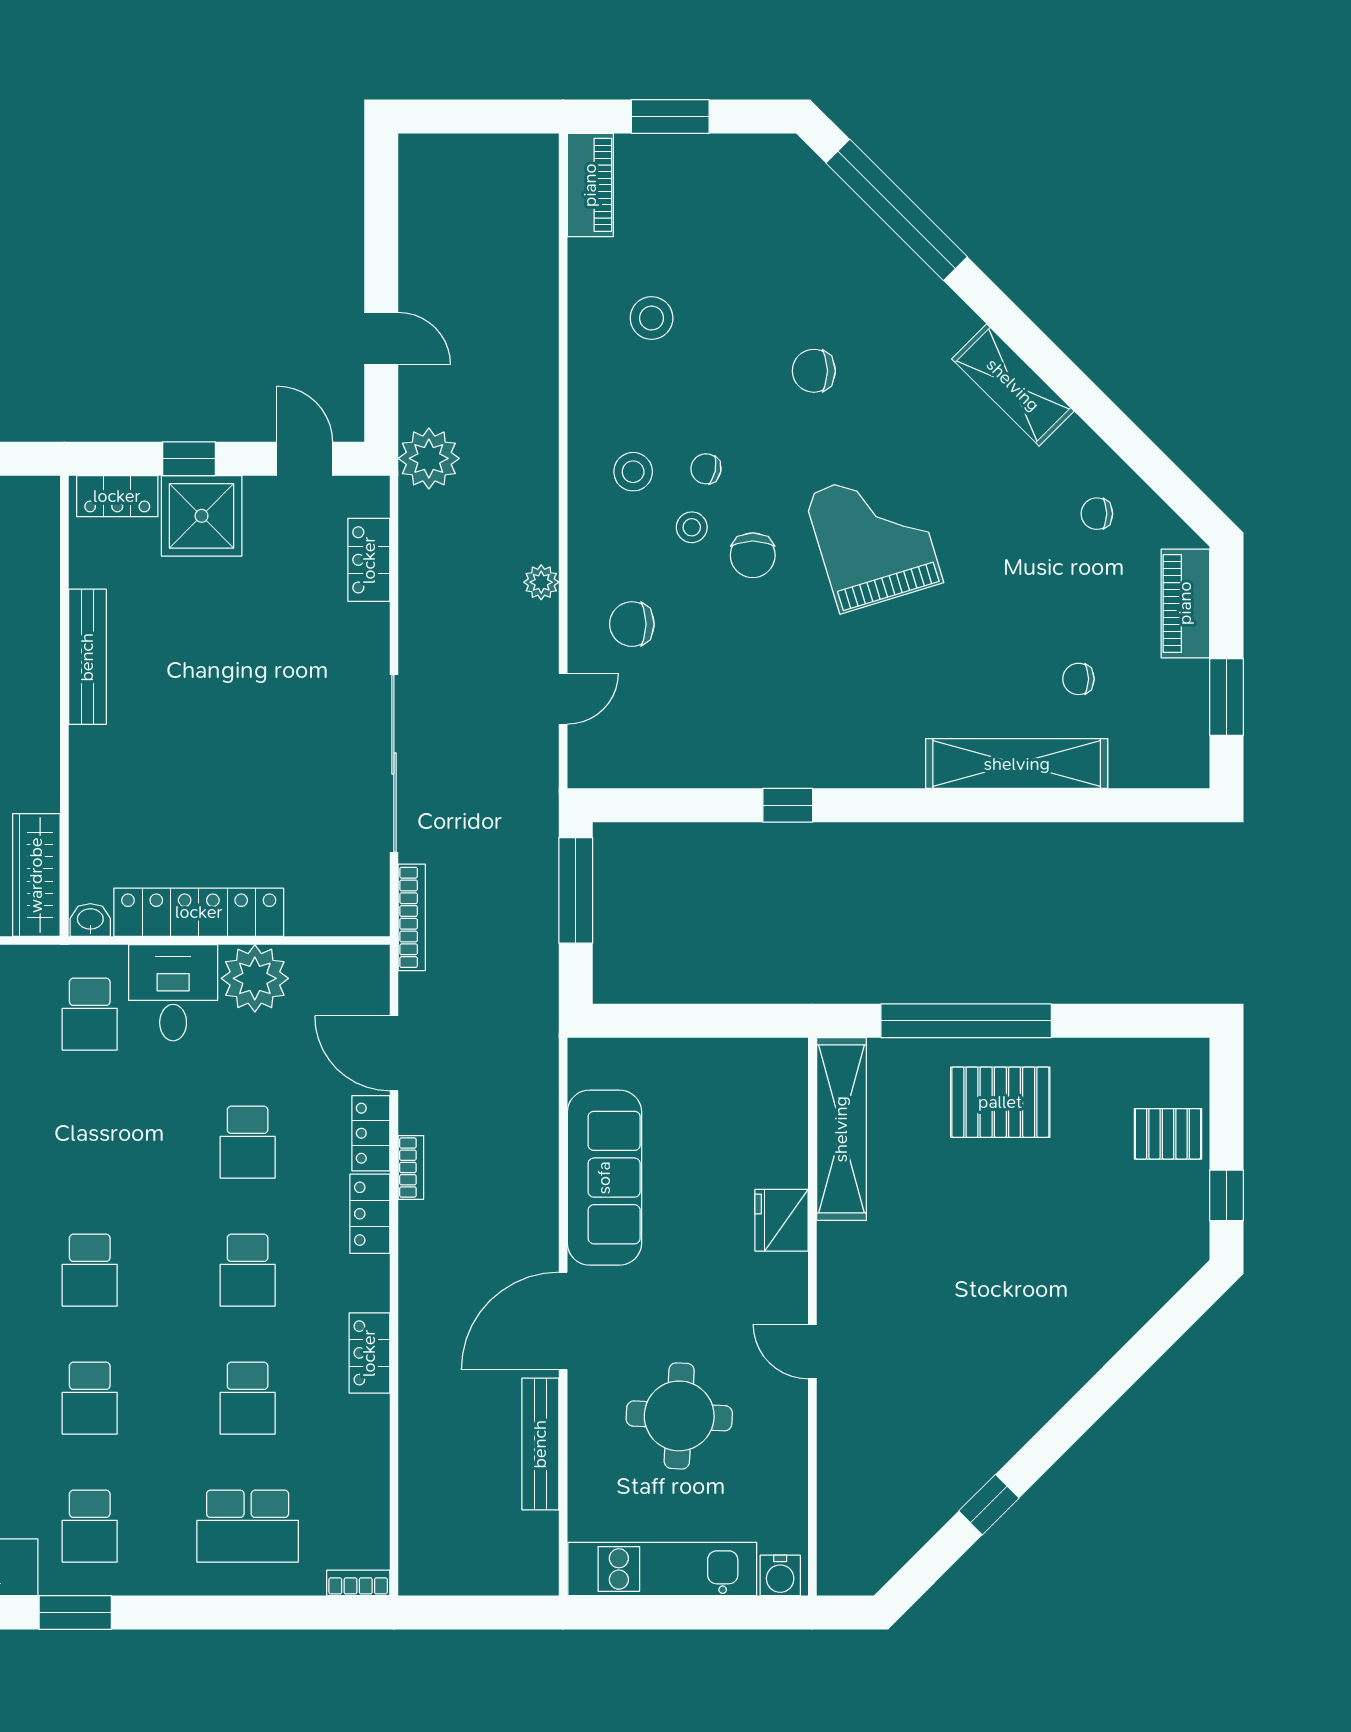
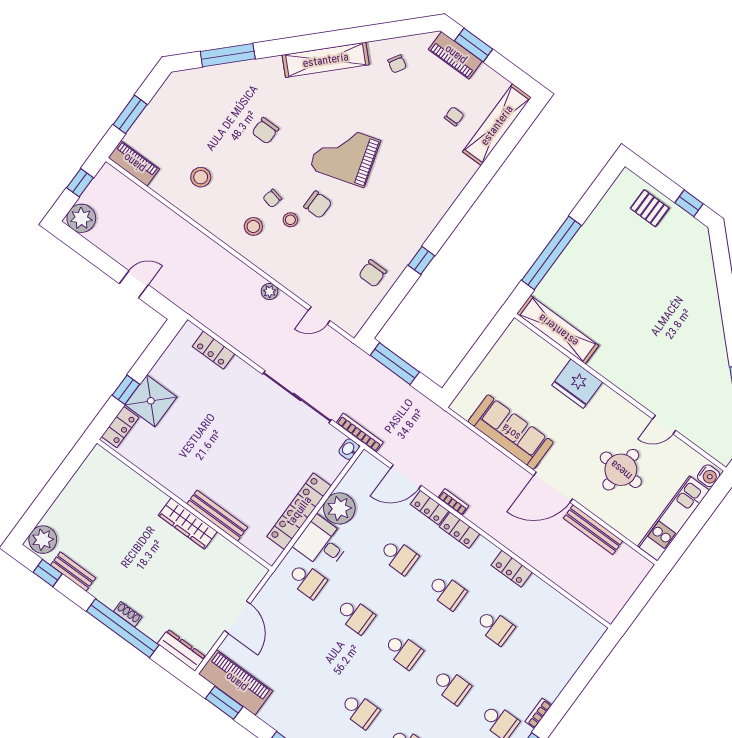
window: (489, 116) -> (80, 183), added
window: (897, 210) -> (228, 55), width x0.68
shelving: (1013, 385) -> (326, 60), width x1.47
plant: (429, 458) -> (81, 218), moved
door: (305, 459) -> (158, 346), removed
chair: (1097, 514) -> (397, 64), turned -60
chair: (632, 624) -> (373, 273), moved
bench: (87, 657) -> (217, 516), moved
chair: (1078, 679) -> (454, 116), turned 180
window: (1227, 697) -> (474, 45), moved
door: (563, 699) -> (319, 315), swing flipped
shelving: (1017, 764) -> (497, 125), moved
wardrobe: (36, 875) -> (188, 523), moved
washbasin: (90, 920) -> (349, 449), moved
pallet: (1000, 1102) -> (592, 263), removed
pallet: (1168, 1134) -> (650, 208), turned 90
fridge: (782, 1220) -> (577, 384), width x1.36, depth x1.34
door: (563, 1321) -> (553, 487), hinge flipped
door: (812, 1351) -> (664, 425), moved
school desk: (248, 1526) -> (355, 616), moved, width x0.54
bookcase: (358, 1583) -> (538, 713), moved

